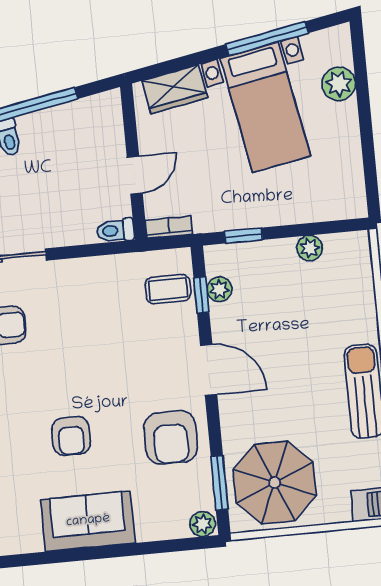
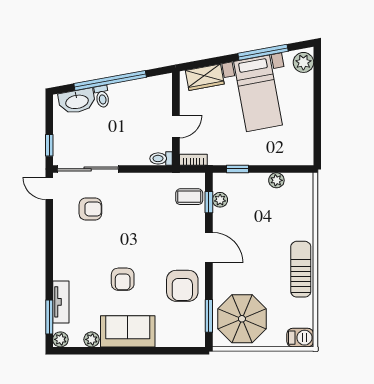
plant: (339, 84) -> (303, 62), moved
plant: (203, 524) -> (92, 339), moved

